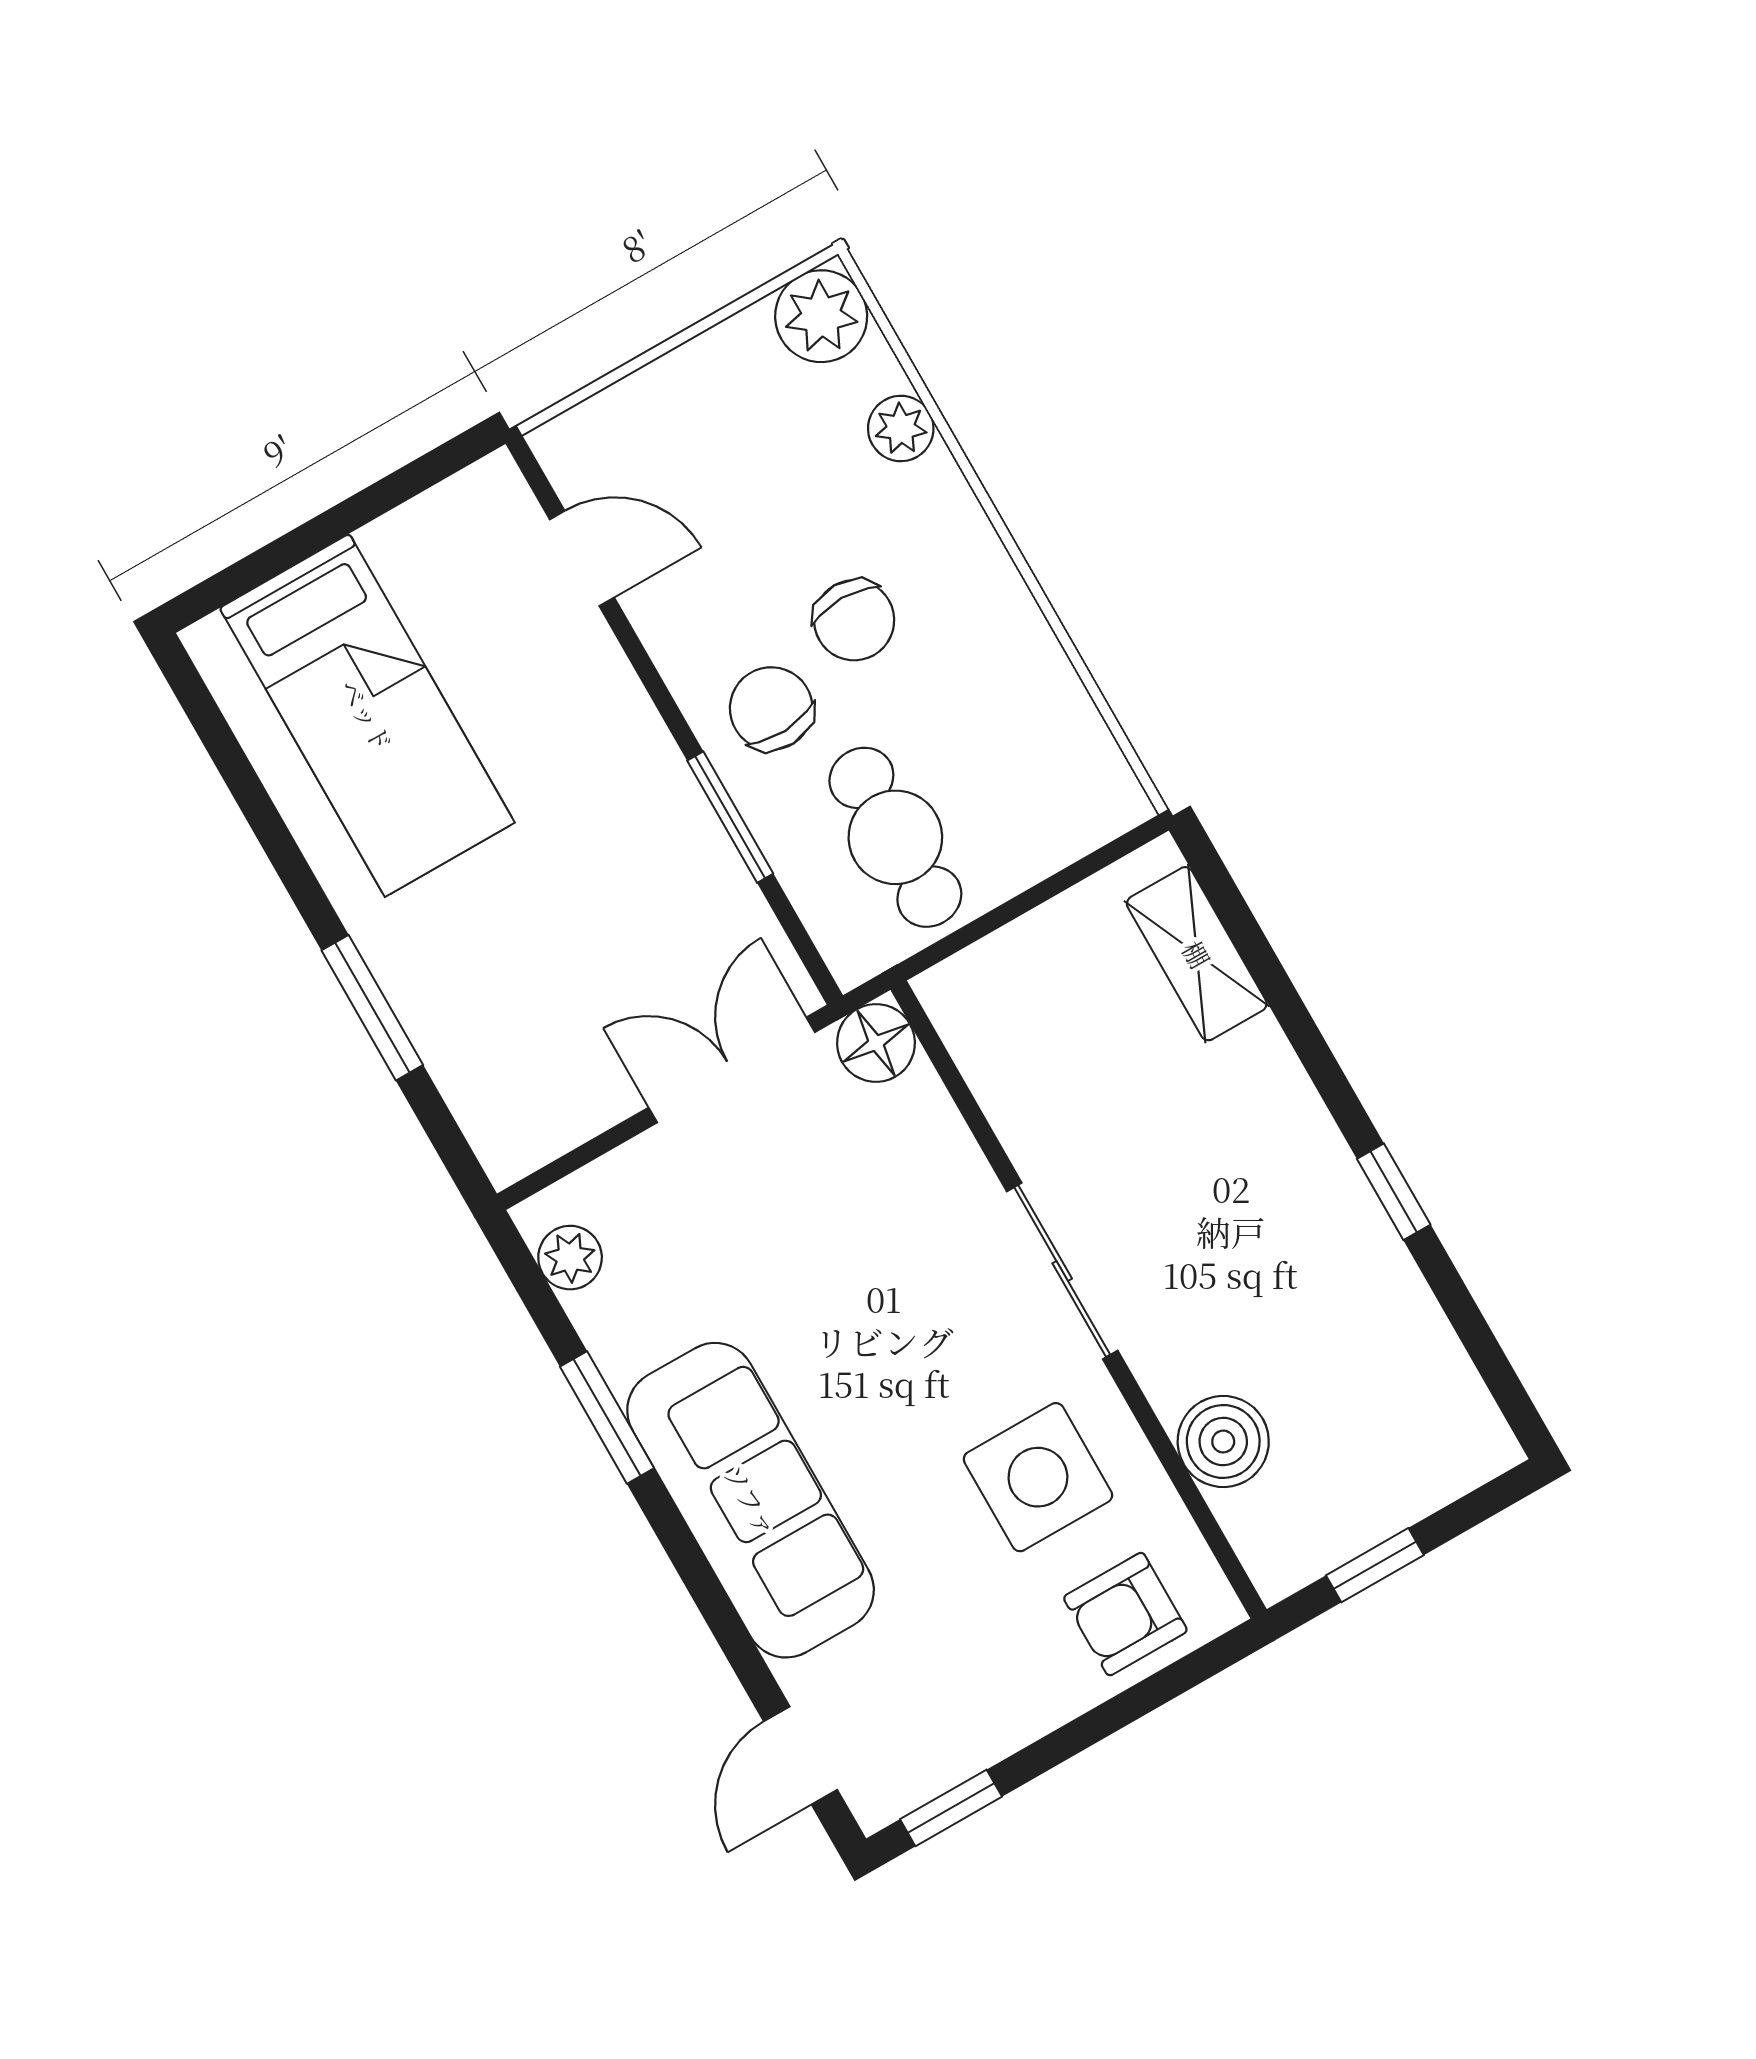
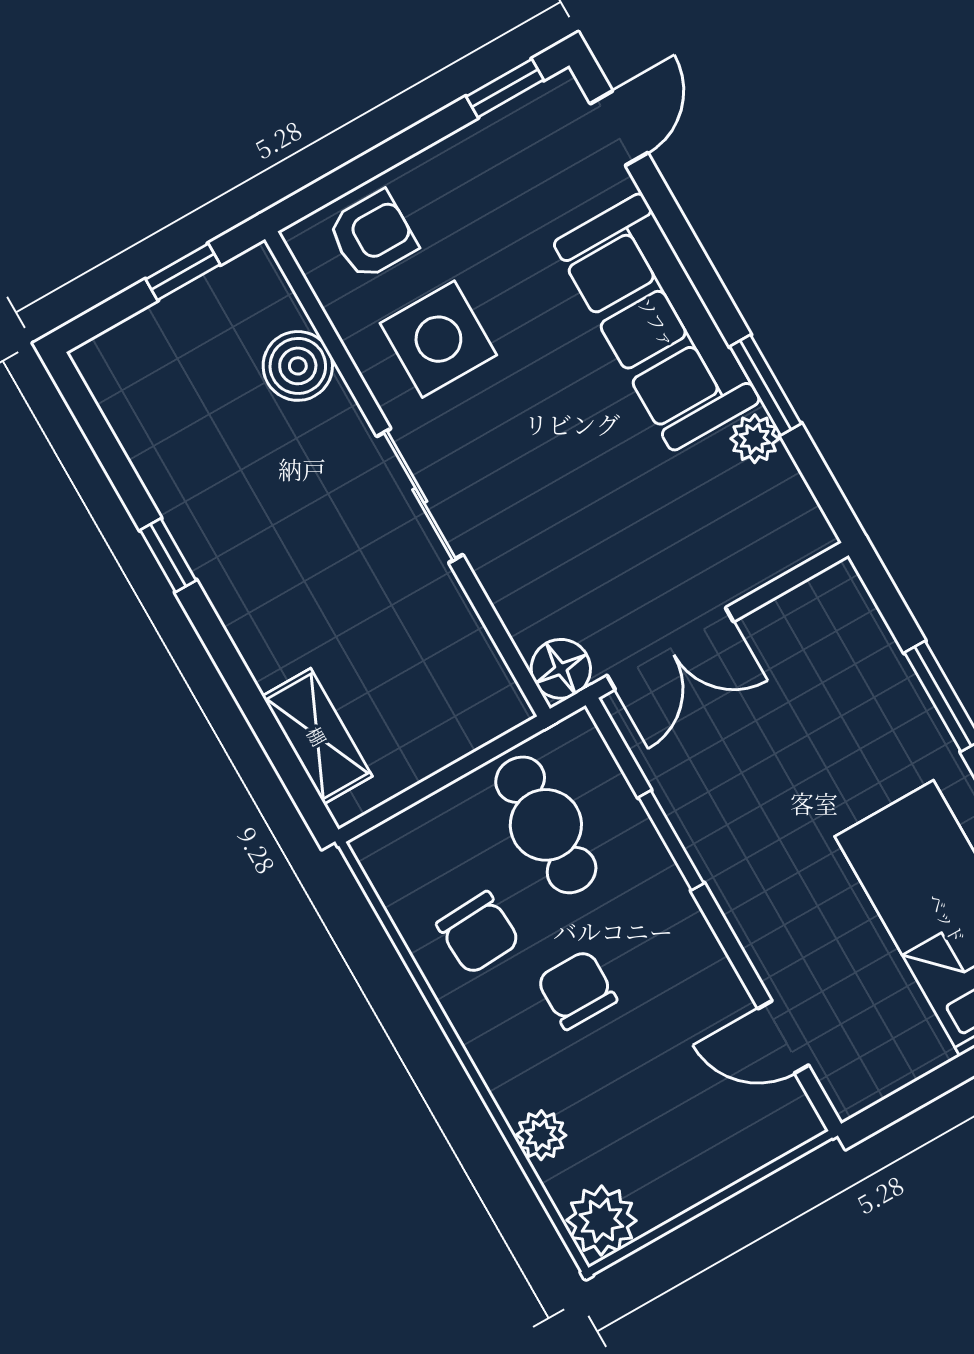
chair: (771, 709) -> (478, 933), moved
plant: (570, 1258) -> (755, 439), moved

